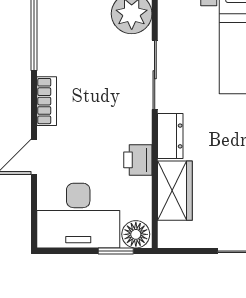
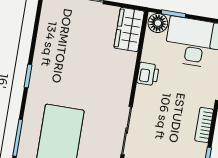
dresser: (170, 136) -> (123, 87), removed
wardrobe: (175, 191) -> (129, 30), moved

